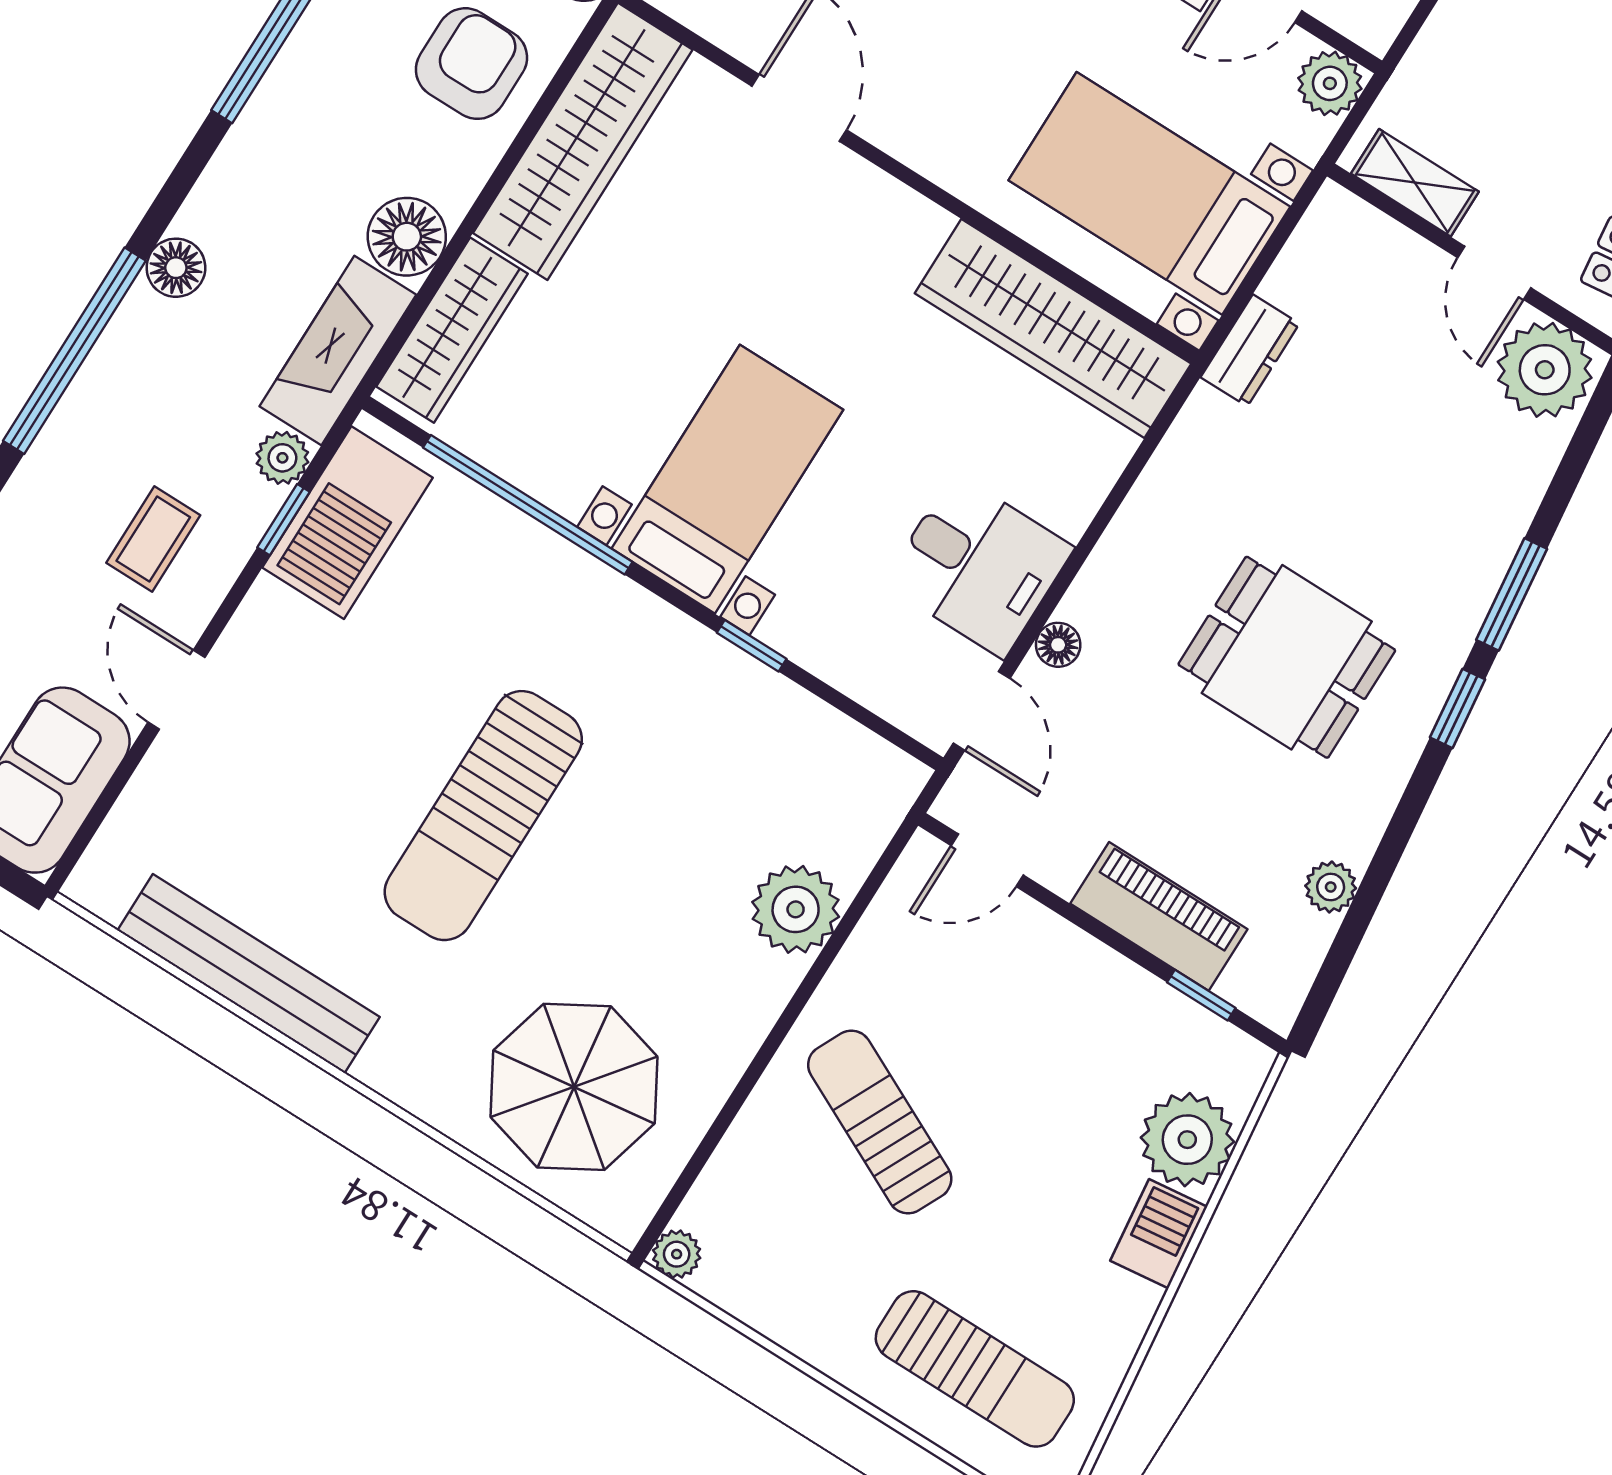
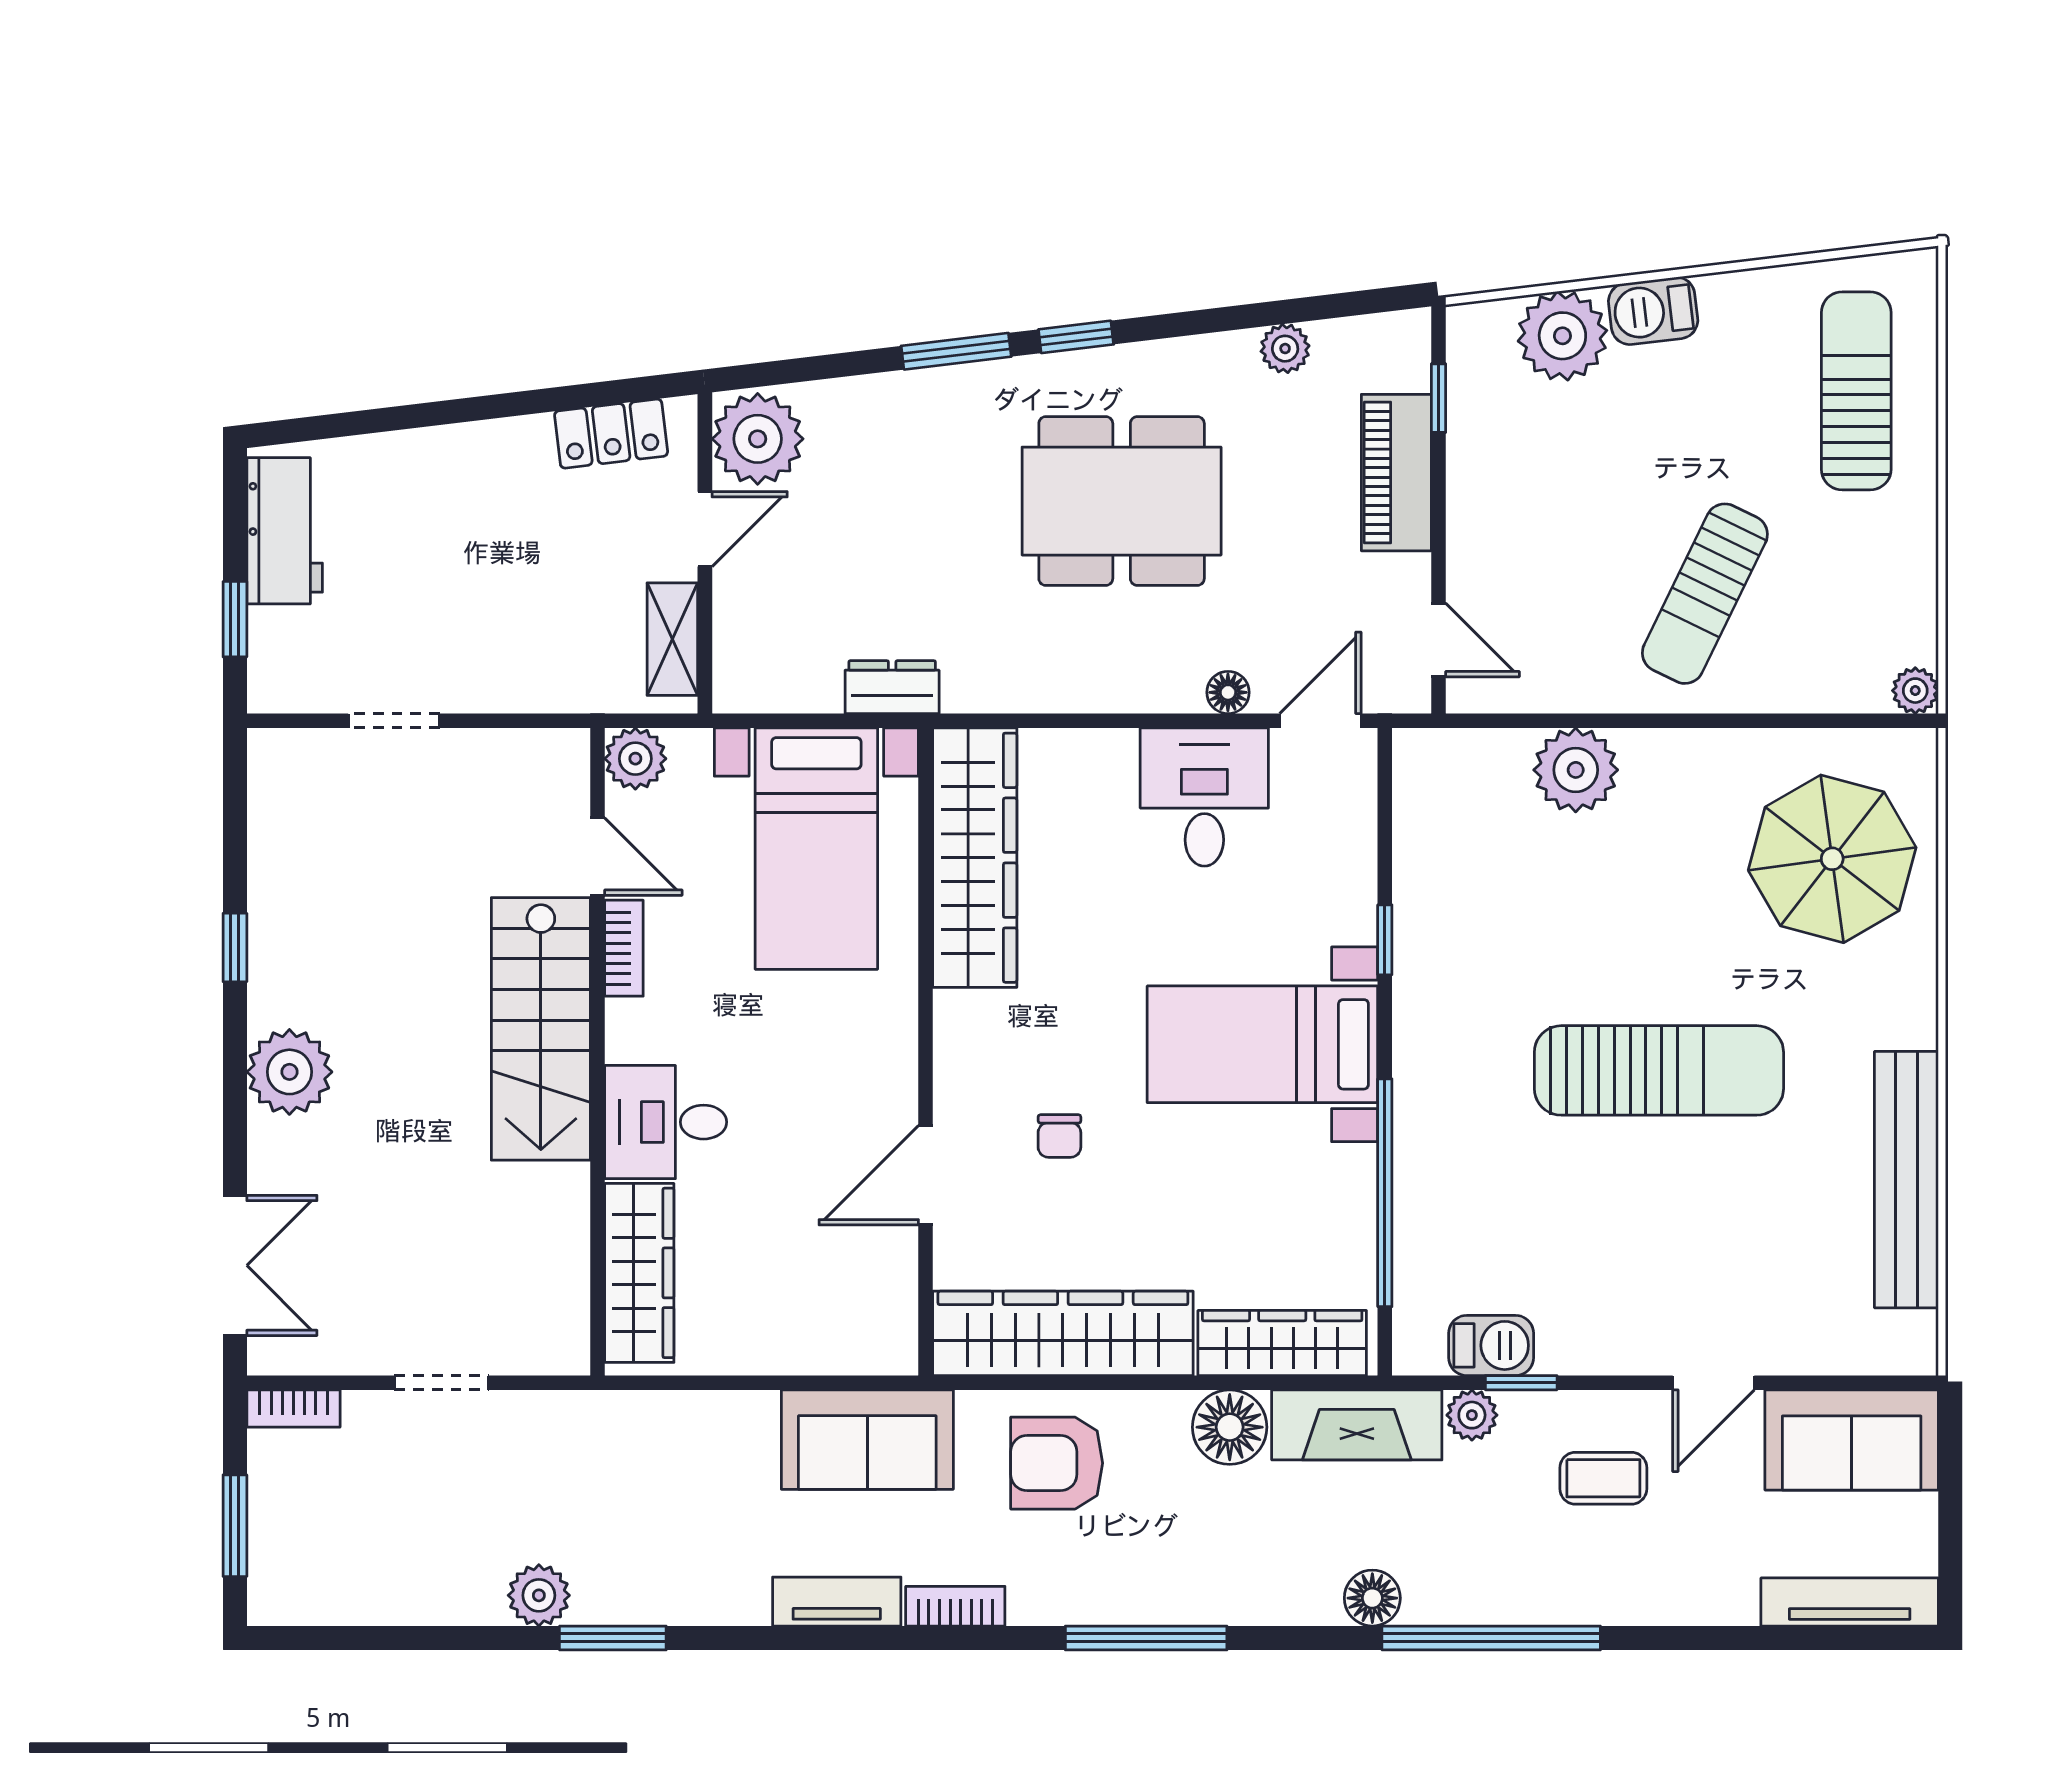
chair: (759, 248) -> (1059, 1136), added
barbecue: (348, 523) -> (1491, 1345), width x0.53, depth x0.65
dining table: (1287, 657) -> (1122, 501), width x1.38

